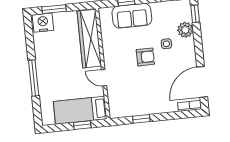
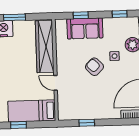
armchair: (145, 57) -> (94, 67), turned -135
window: (82, 125) -> (19, 125), moved

